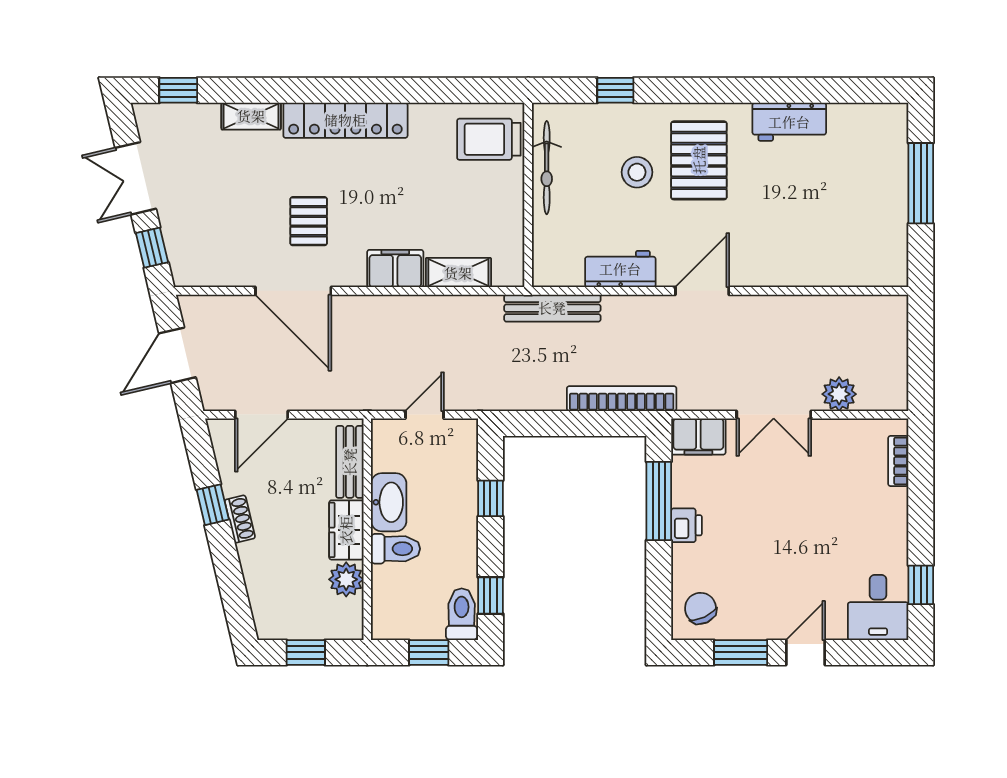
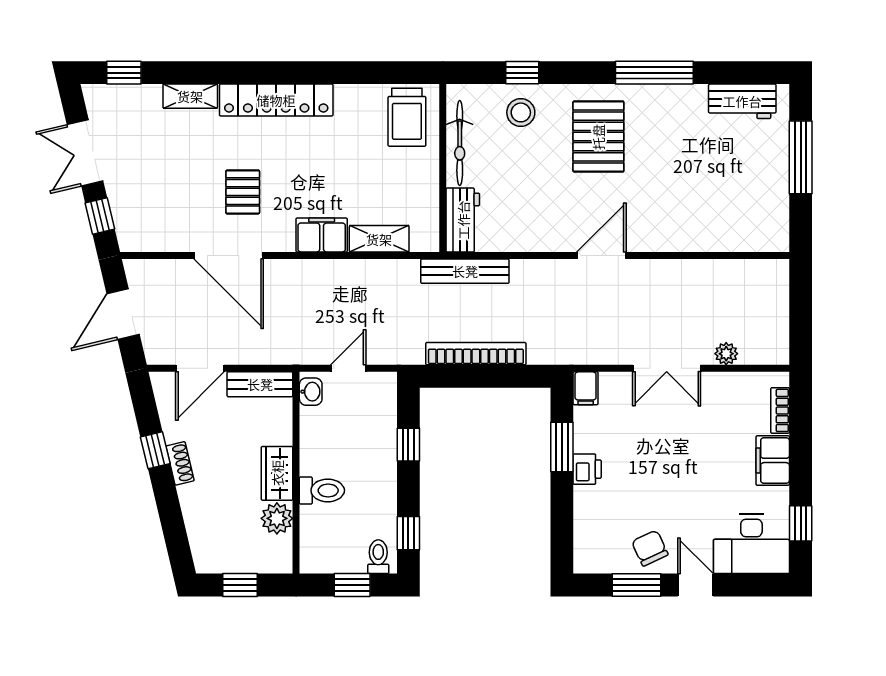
window: (760, 90) -> (654, 73), added
workbench: (789, 122) -> (742, 101), moved
trolley: (489, 139) -> (407, 117), turned -90
stool: (637, 172) -> (521, 112), moved
workbench: (620, 269) -> (463, 220), moved, turned 90
plant: (839, 394) -> (726, 354), width x0.73, depth x0.73
bookcase: (622, 399) -> (476, 354), moved
filing cabinet: (698, 437) -> (586, 388), width x0.50
bench: (350, 462) -> (260, 384), moved, turned 90
window: (659, 501) -> (562, 447), width x0.69
washbasin: (389, 502) -> (311, 392), moved, width x0.52, depth x0.69
filing cabinet: (890, 516) -> (773, 460), added
desk: (878, 607) -> (751, 544), width x1.37
chair: (700, 608) -> (650, 548), moved
toilet: (462, 614) -> (378, 557), width x0.73, depth x0.72
door: (806, 652) -> (696, 585), hinge flipped

